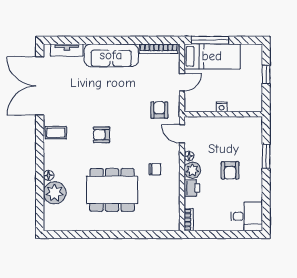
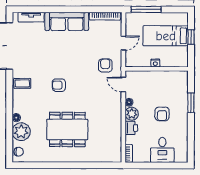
bed: (212, 56) -> (166, 36), moved, turned 180
chair: (155, 169) -> (19, 152), moved
desk: (247, 216) -> (162, 150), moved, turned 90

